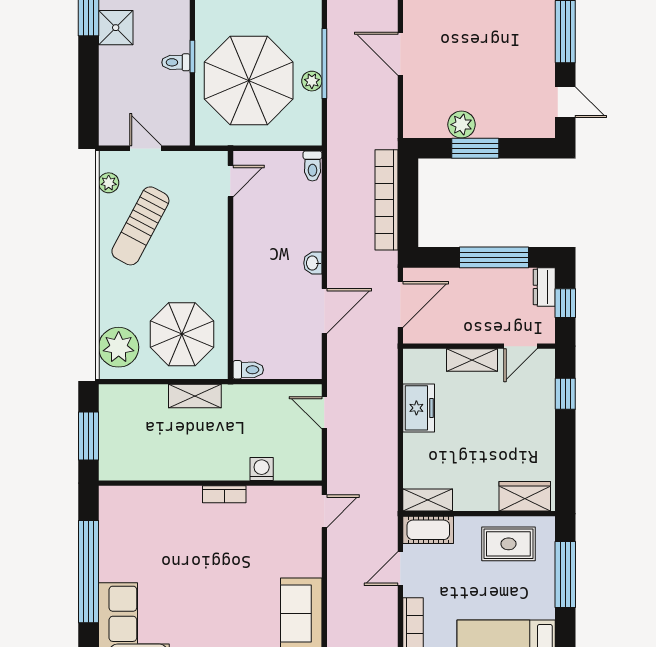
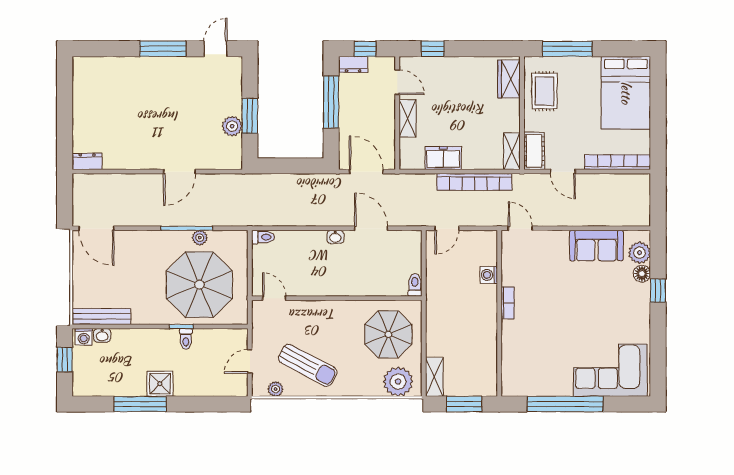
bookcase: (387, 200) -> (474, 182), moved
shelving: (195, 396) -> (434, 377), moved

